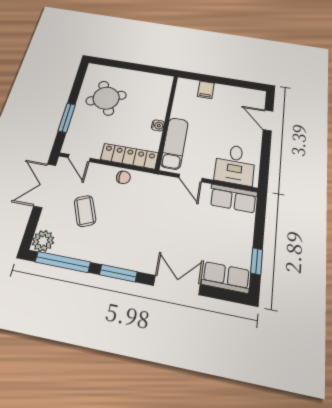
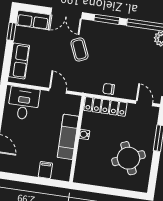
exam couch: (175, 143) -> (68, 137), moved
row of seats: (233, 198) -> (19, 61), moved, turned 90
coffee table: (85, 211) -> (79, 50), moved

